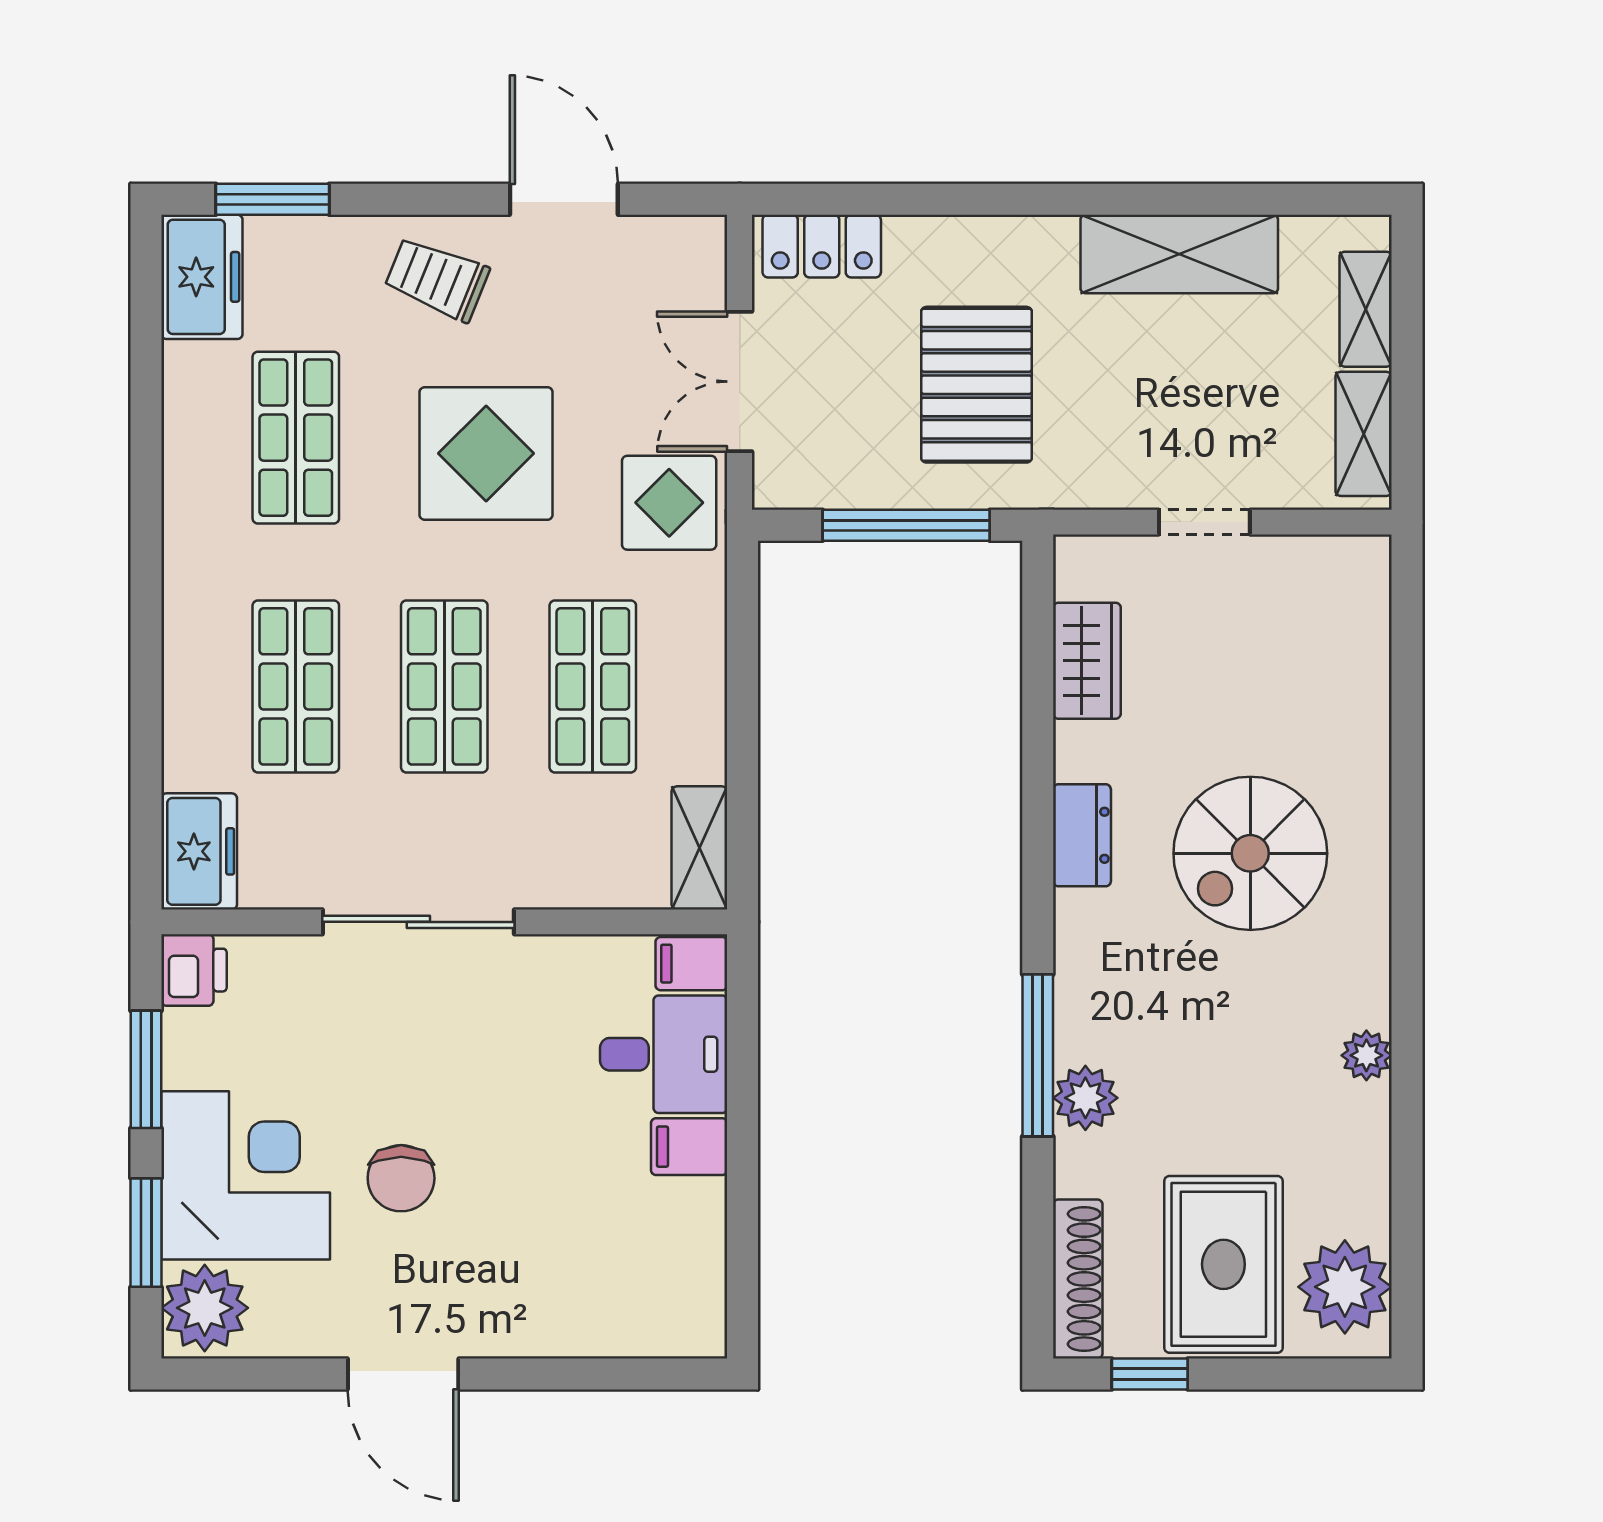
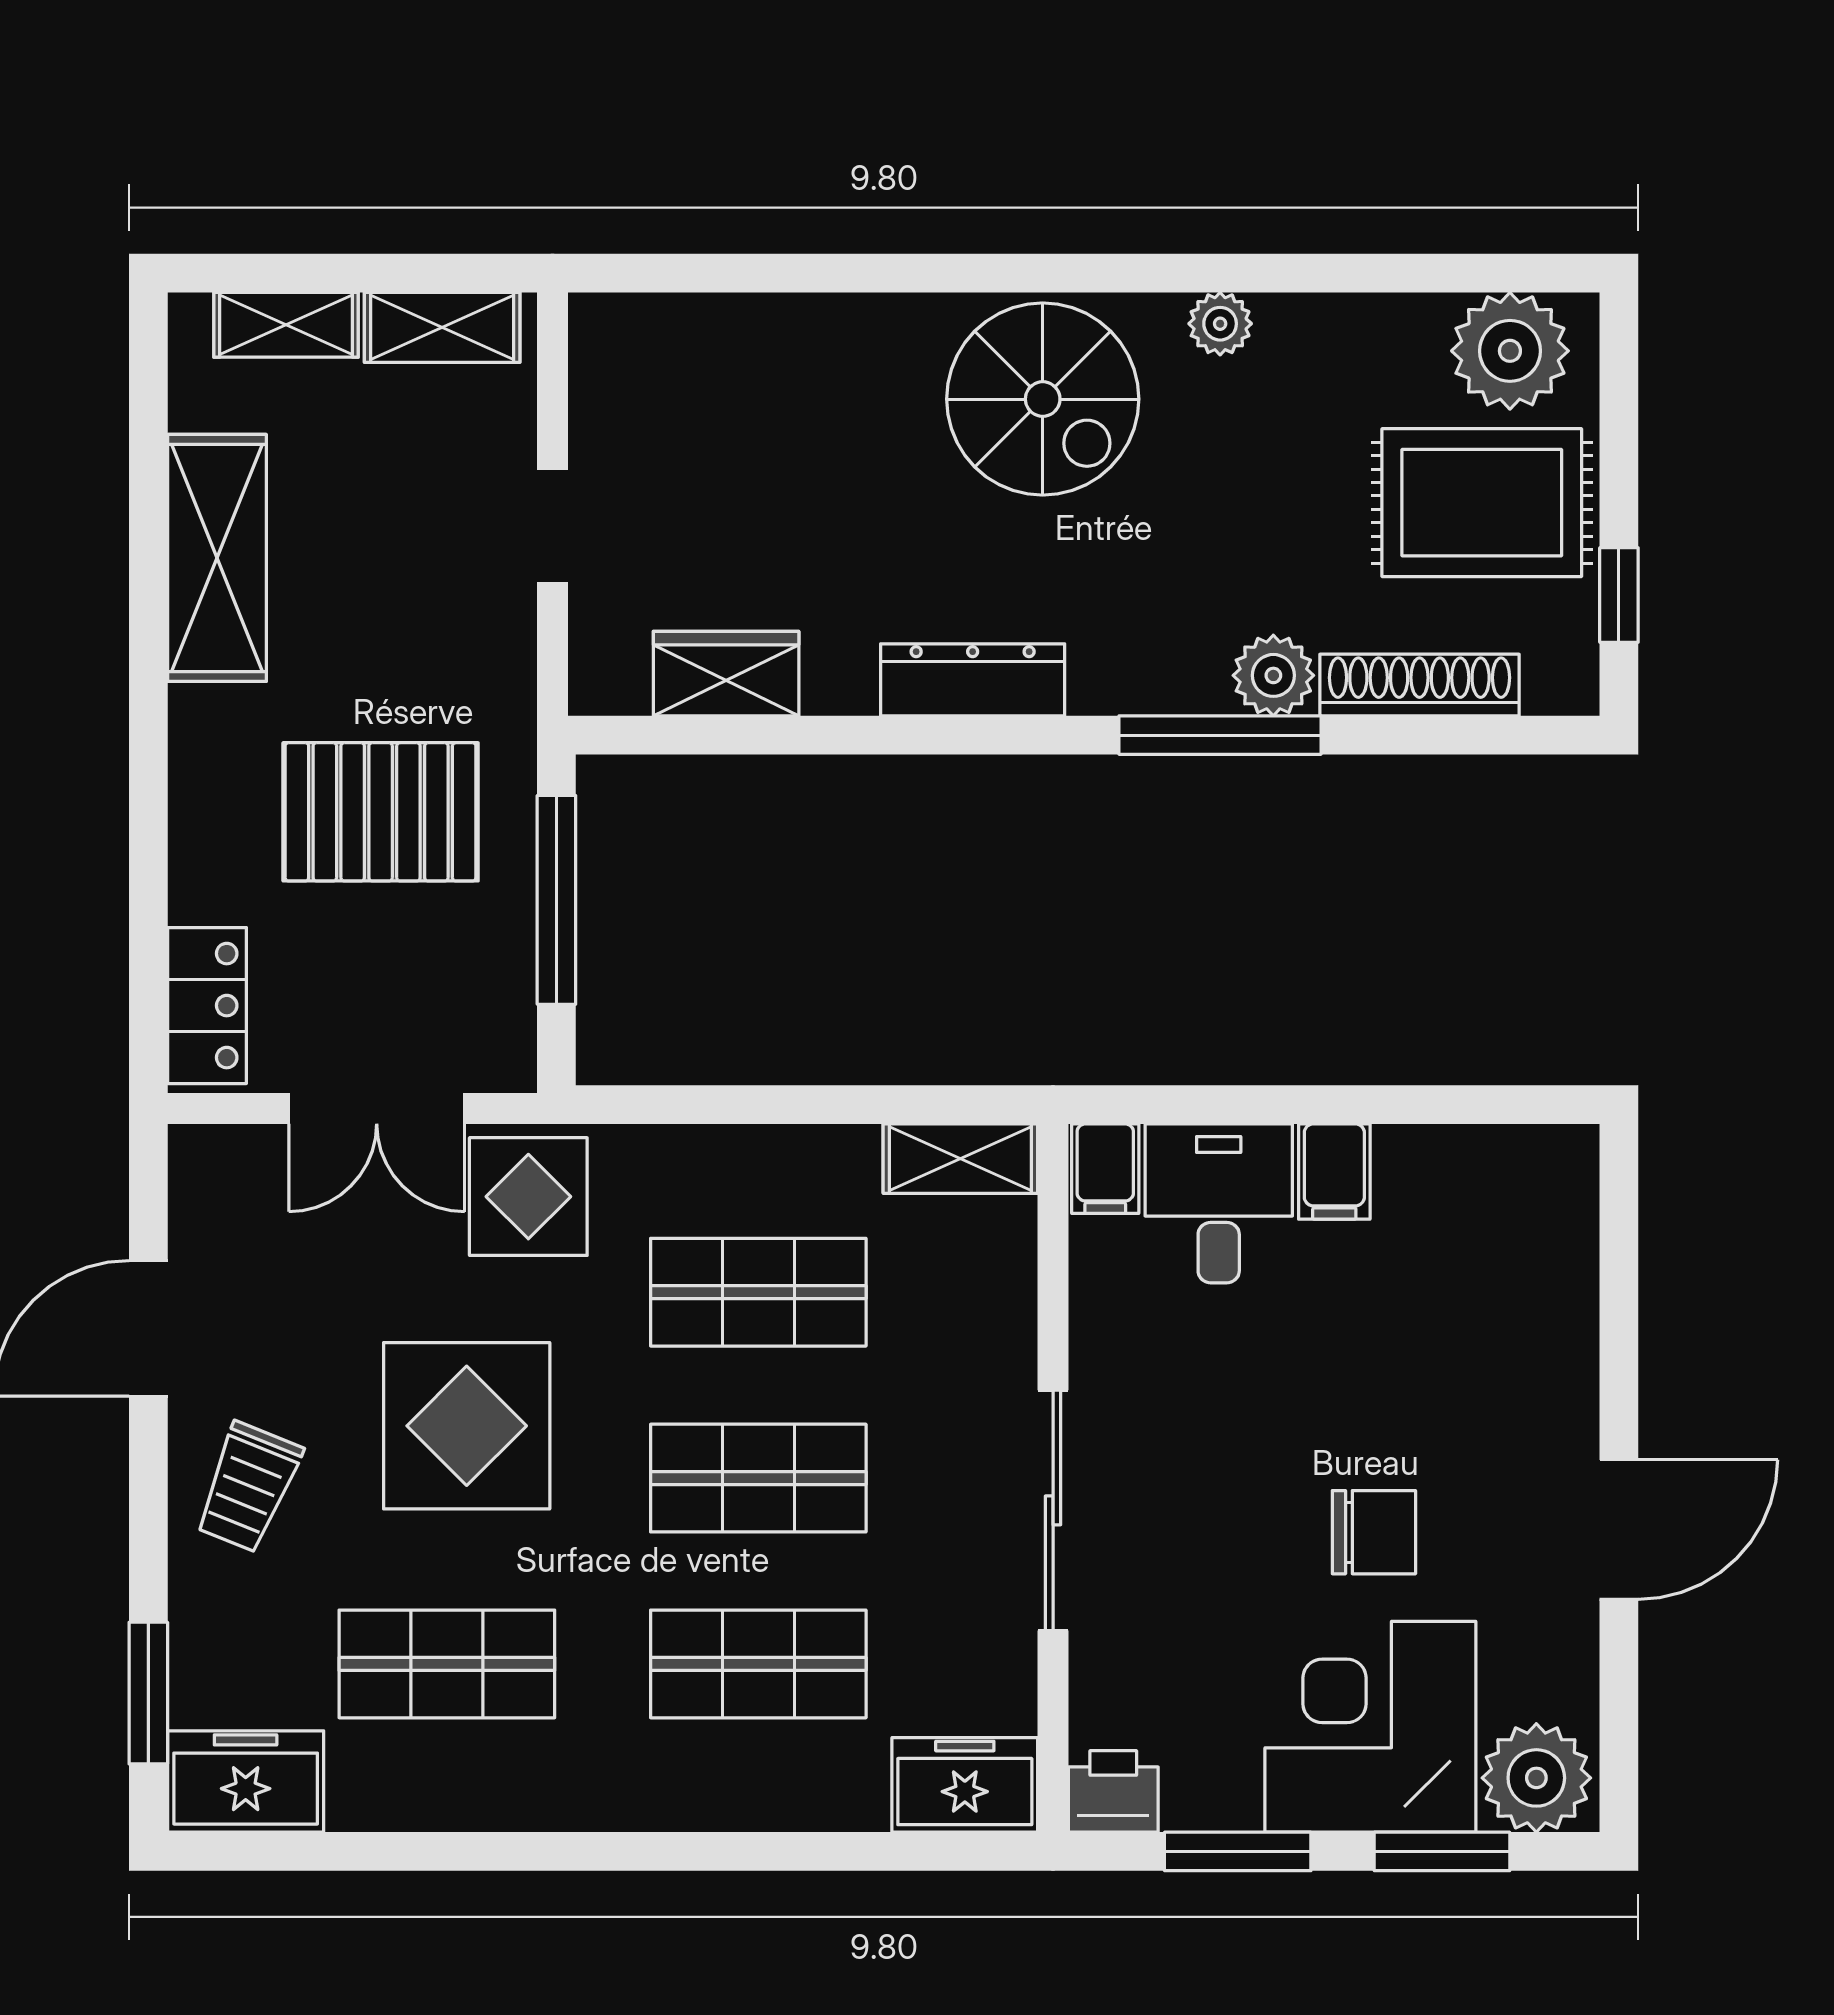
dresser: (1082, 835) -> (973, 680), width x1.44
spiral stairs: (1250, 853) -> (1043, 399), moved
shoe rack: (1078, 1279) -> (1419, 685), moved

